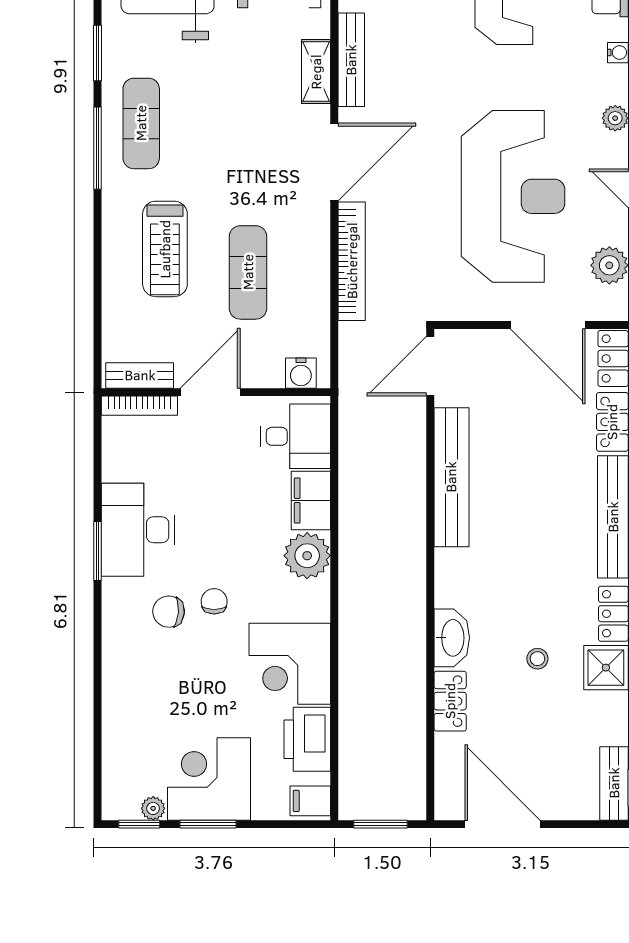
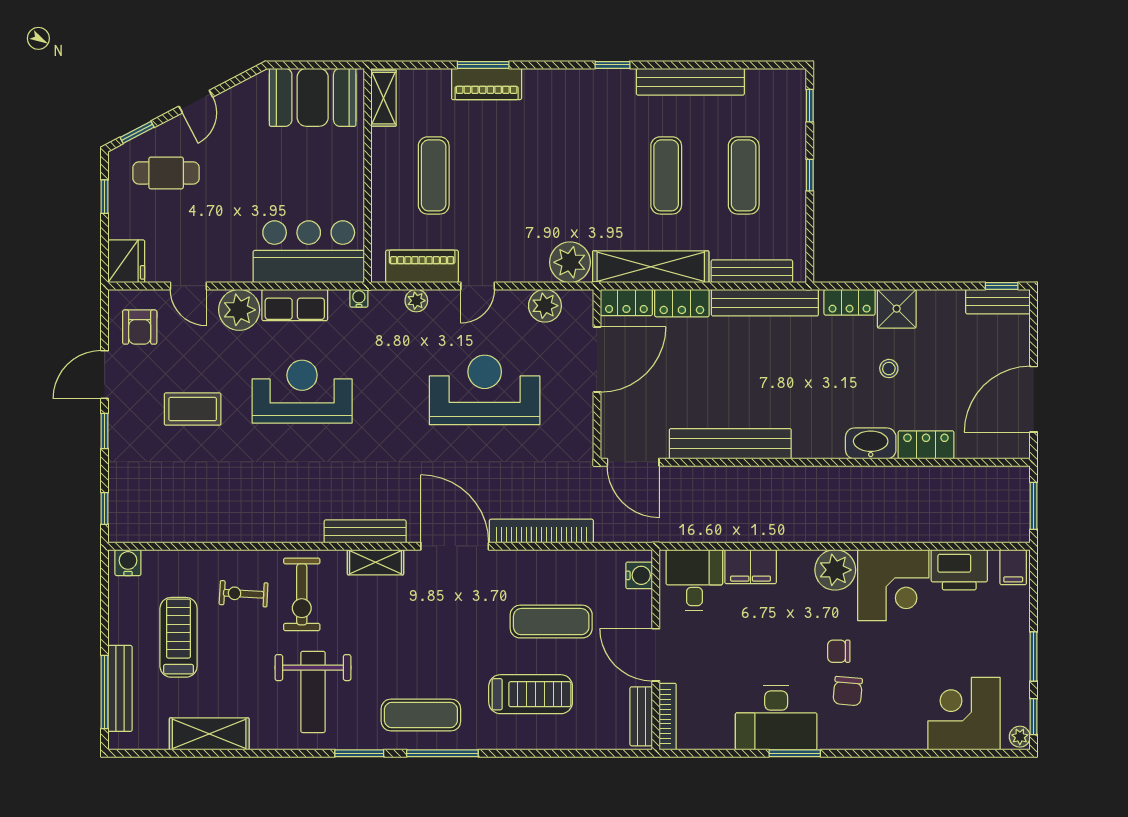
reception desk: (513, 196) -> (485, 390), width x0.74, depth x0.77
plant: (307, 556) -> (835, 570), moved
corner desk: (209, 779) -> (964, 714), moved, turned 90
plant: (153, 808) -> (1020, 737), moved

